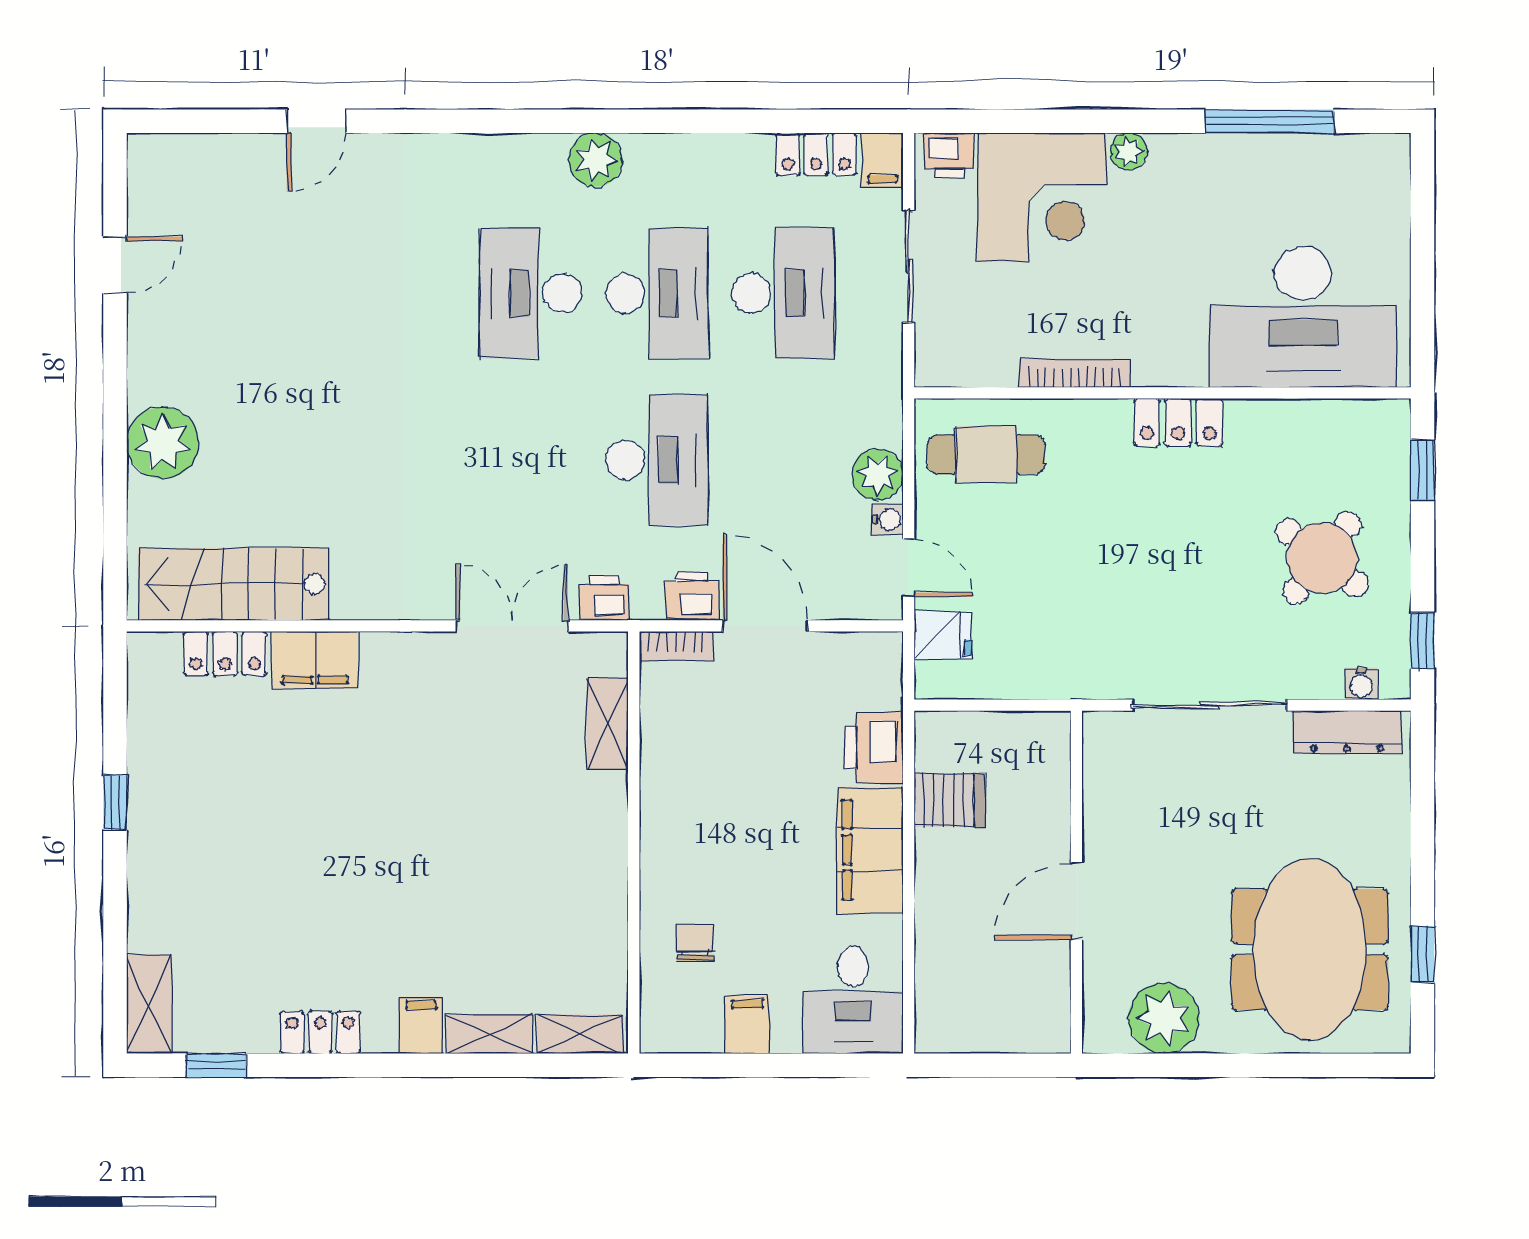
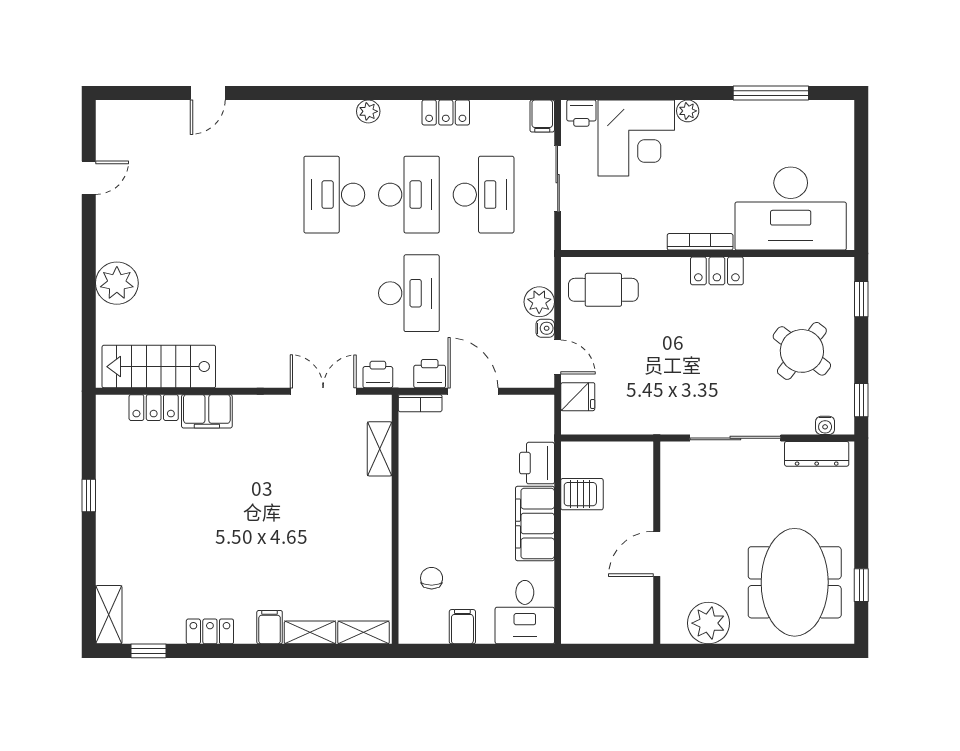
locker: (816, 154) -> (446, 112), moved
plant: (596, 160) -> (368, 111), width x0.73, depth x0.73
bookcase: (1074, 373) -> (700, 242), moved

